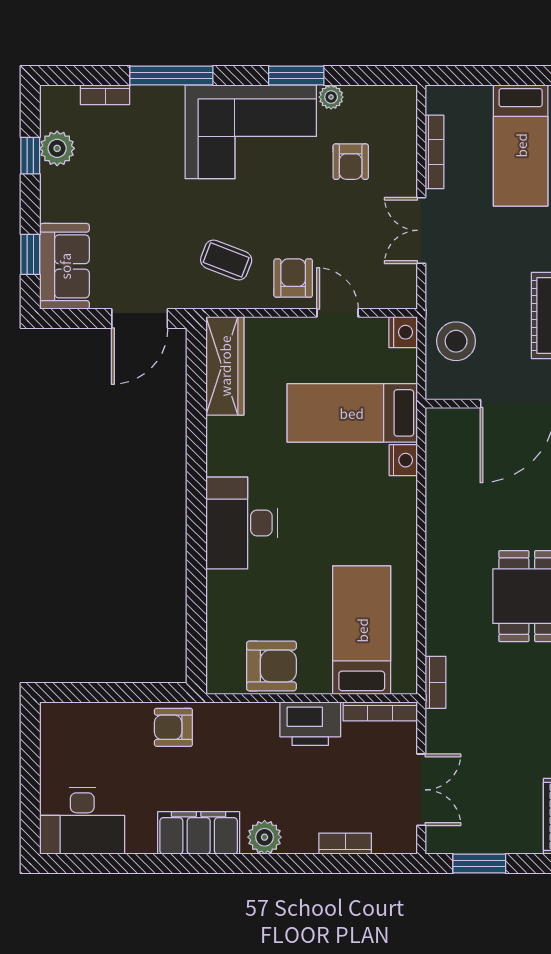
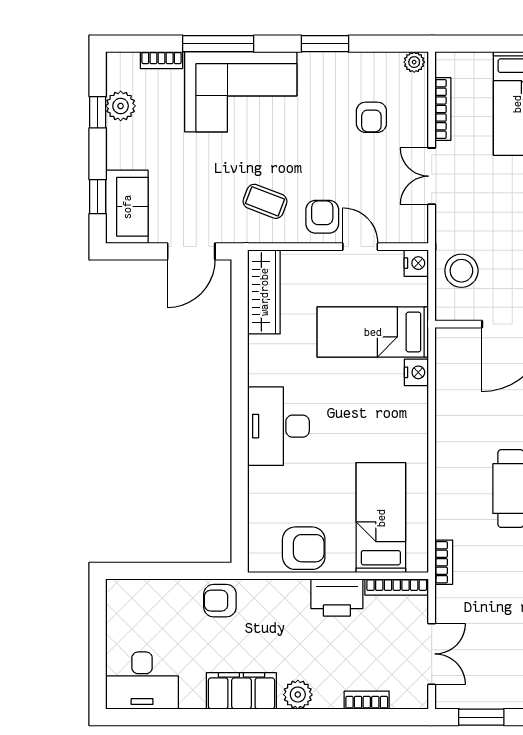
plant: (331, 97) -> (414, 62), moved
corner sofa: (251, 132) -> (241, 92), moved

